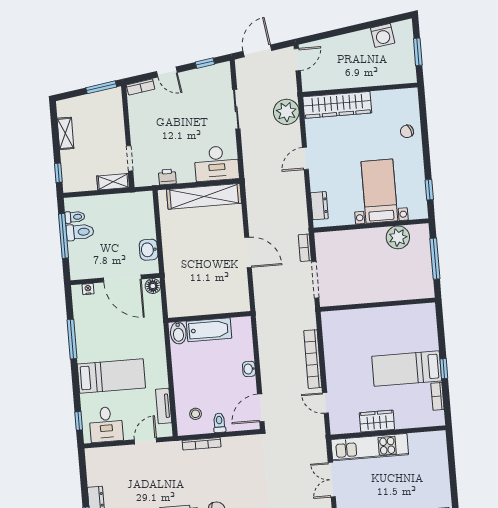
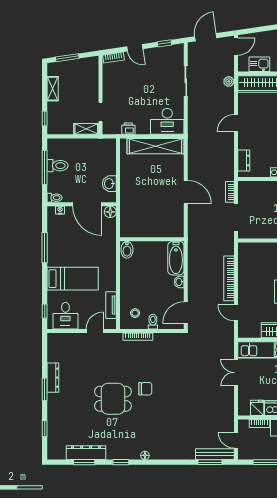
kitchen sink: (329, 80) -> (259, 64), added
window: (101, 87) -> (67, 58), moved
plant: (286, 112) -> (229, 81), width x0.53, depth x0.53
toilet: (75, 217) -> (55, 198), moved
bathtub: (209, 330) -> (176, 258), moved, turned 90

